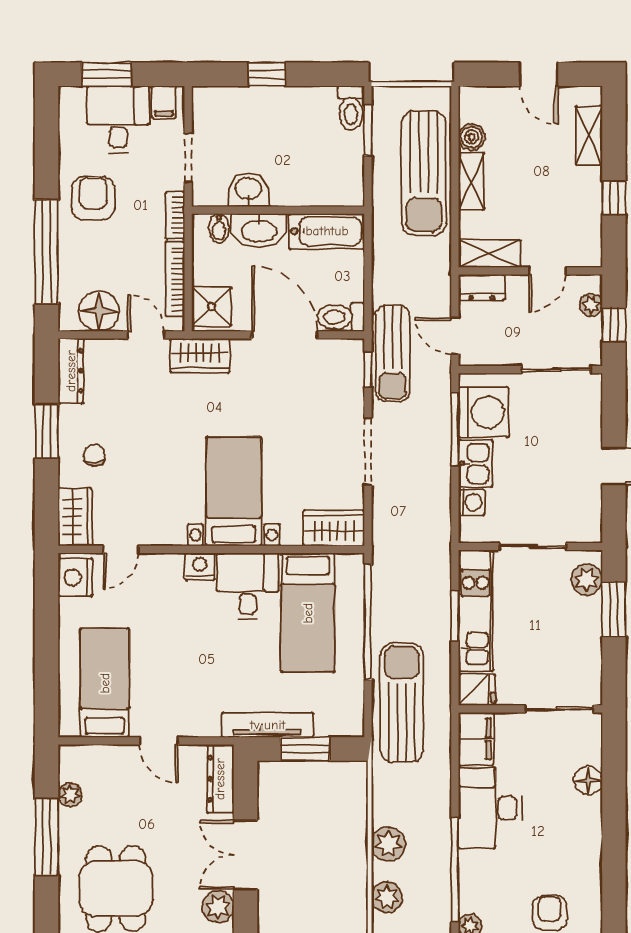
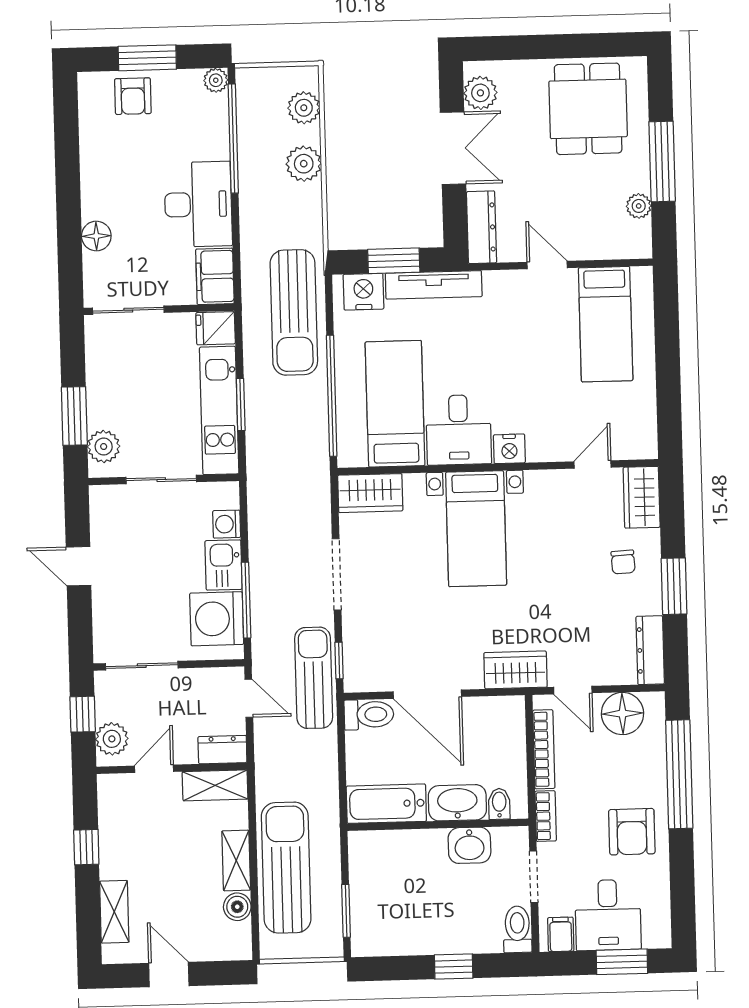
toilet: (351, 108) -> (517, 929), moved
plant: (591, 305) -> (112, 739), width x1.38, depth x1.38
shower: (211, 307) -> (505, 722), removed
nightstand: (75, 577) -> (363, 292), moved, turned -90

